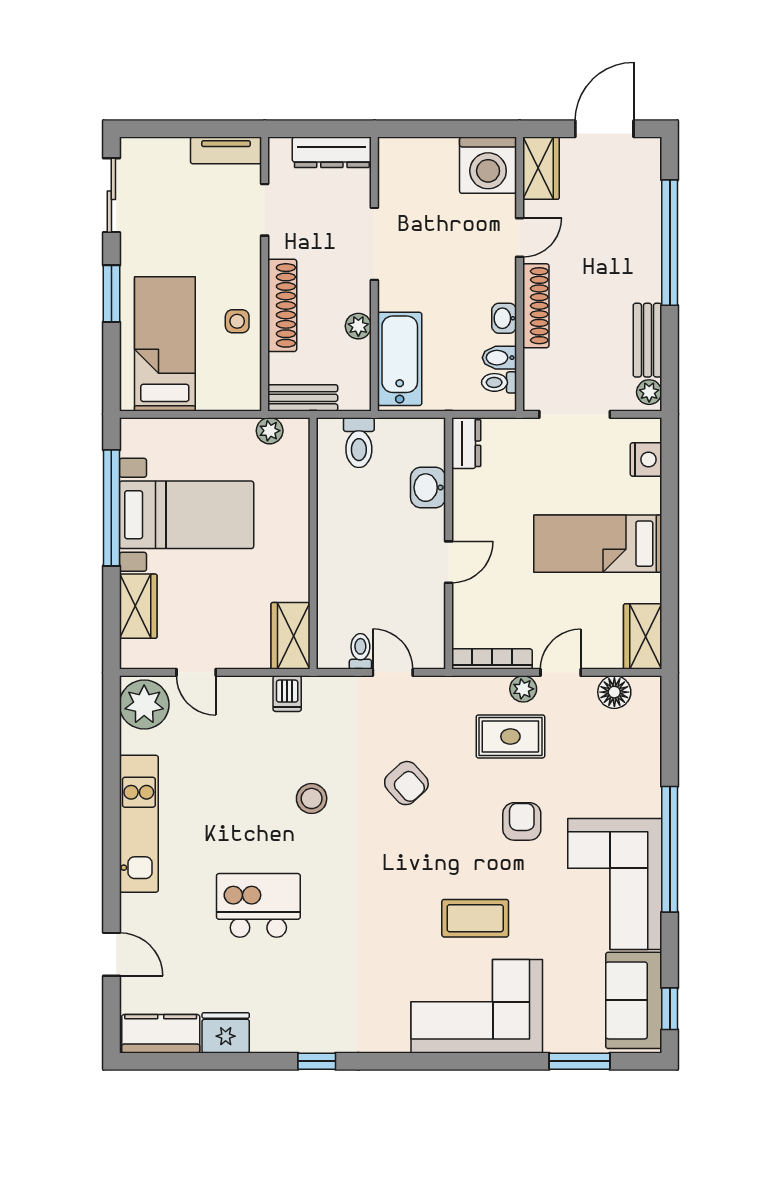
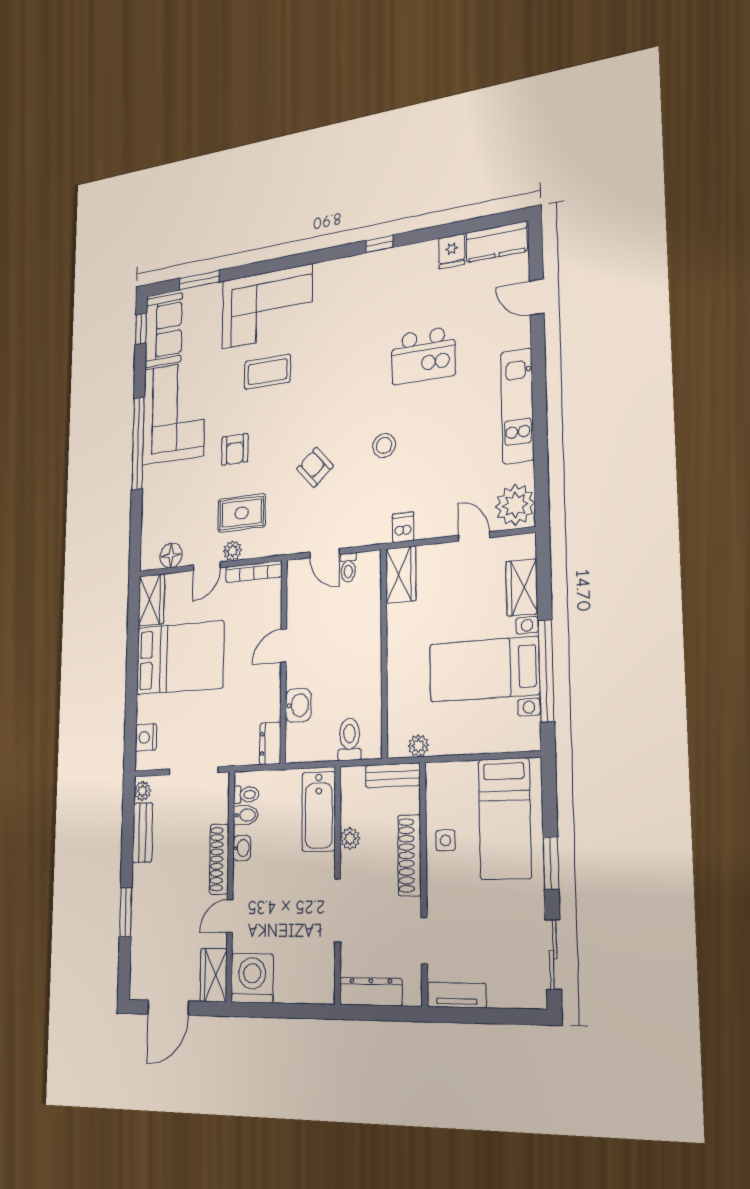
window: (670, 243) -> (126, 912), width x0.47
bed: (598, 544) -> (180, 658), width x1.50
fridge: (226, 1033) -> (452, 251), width x0.72

